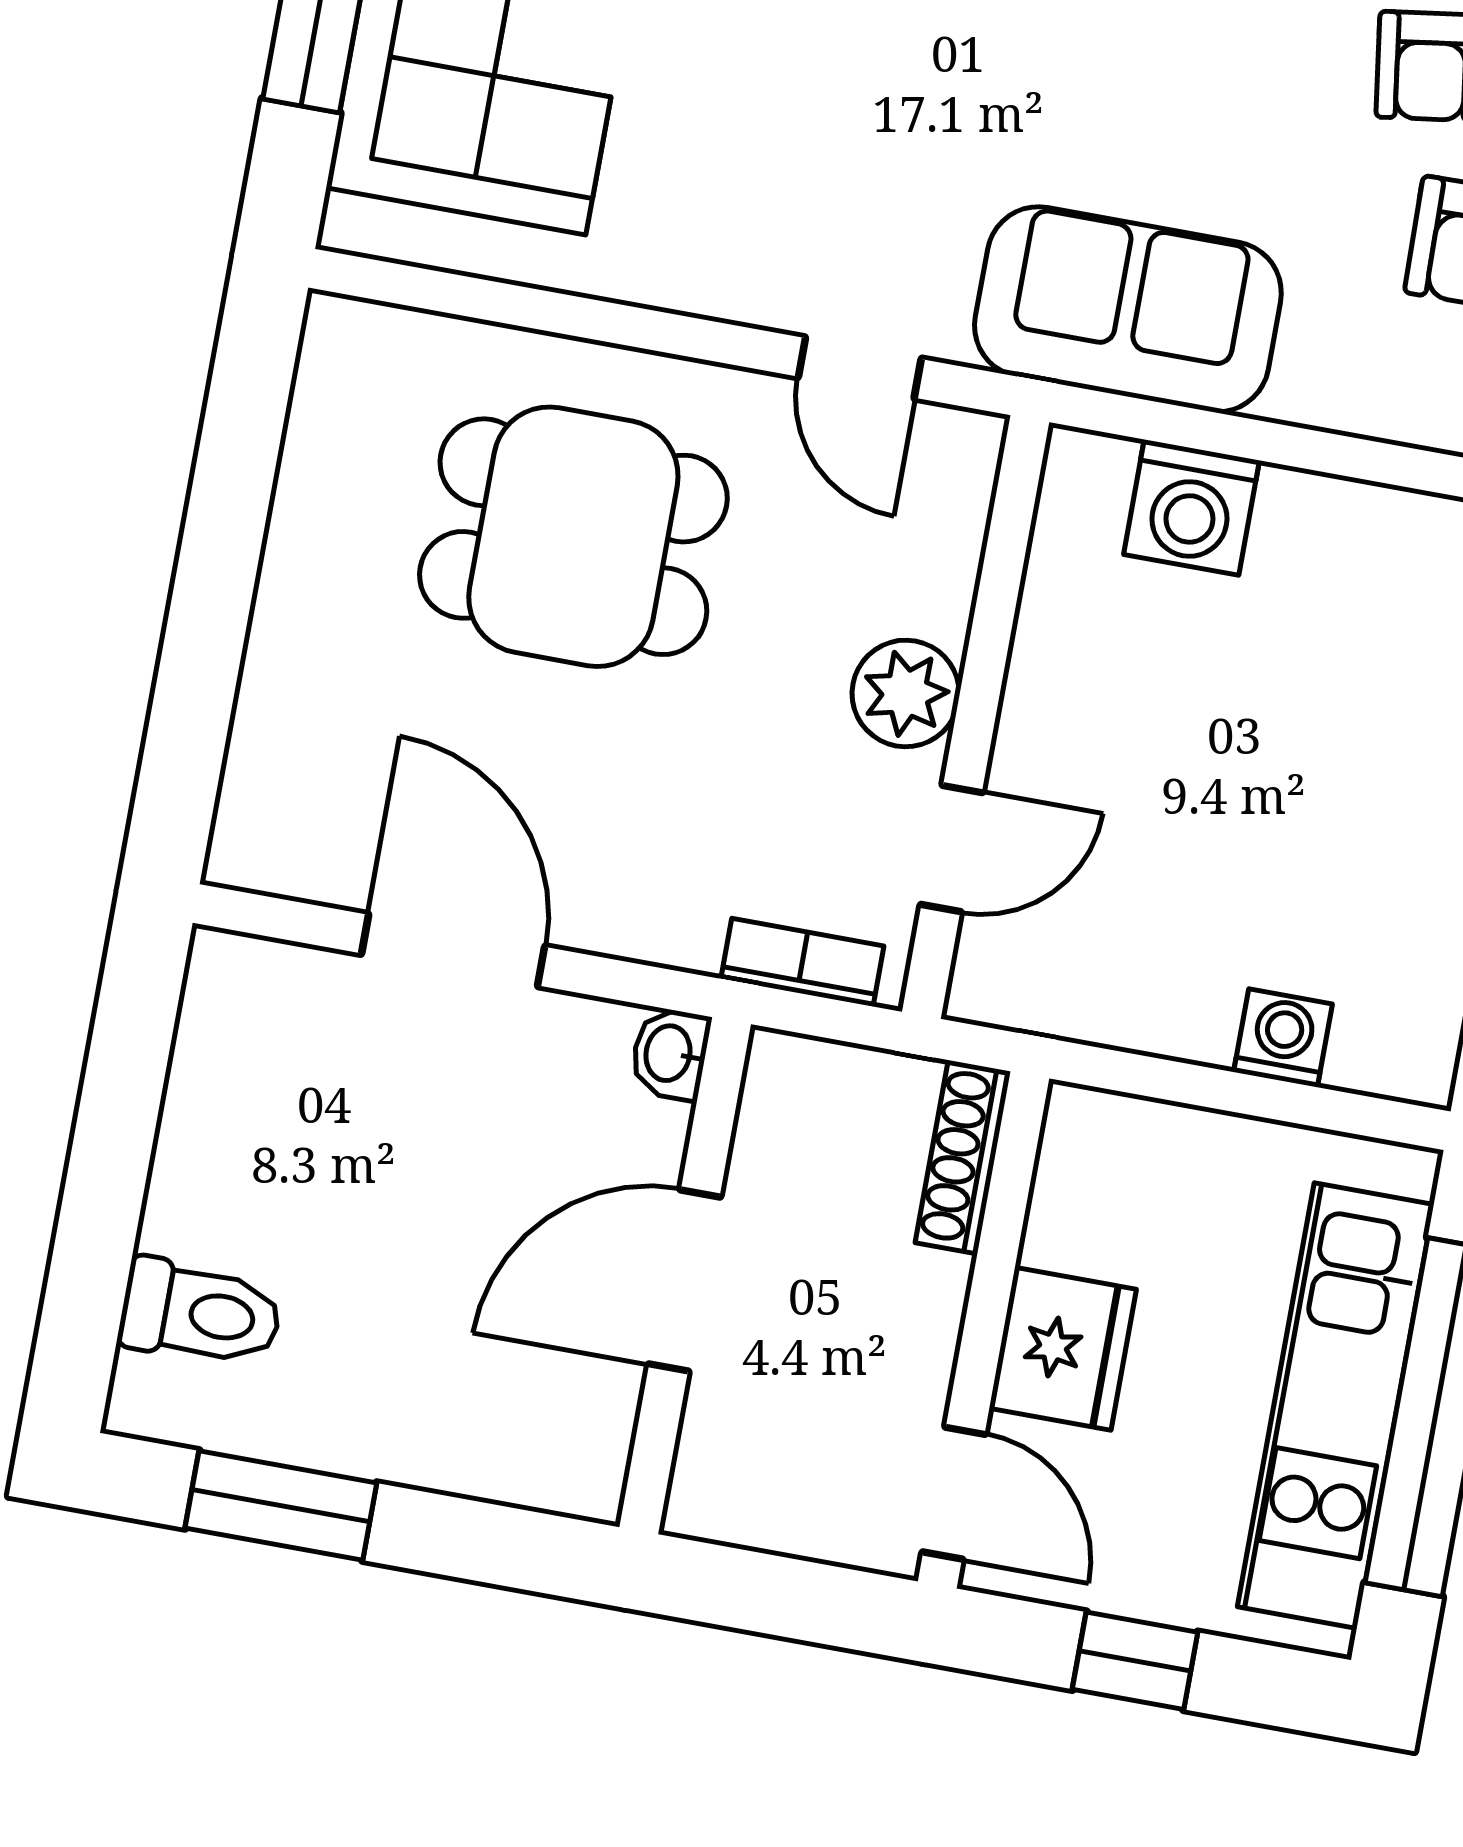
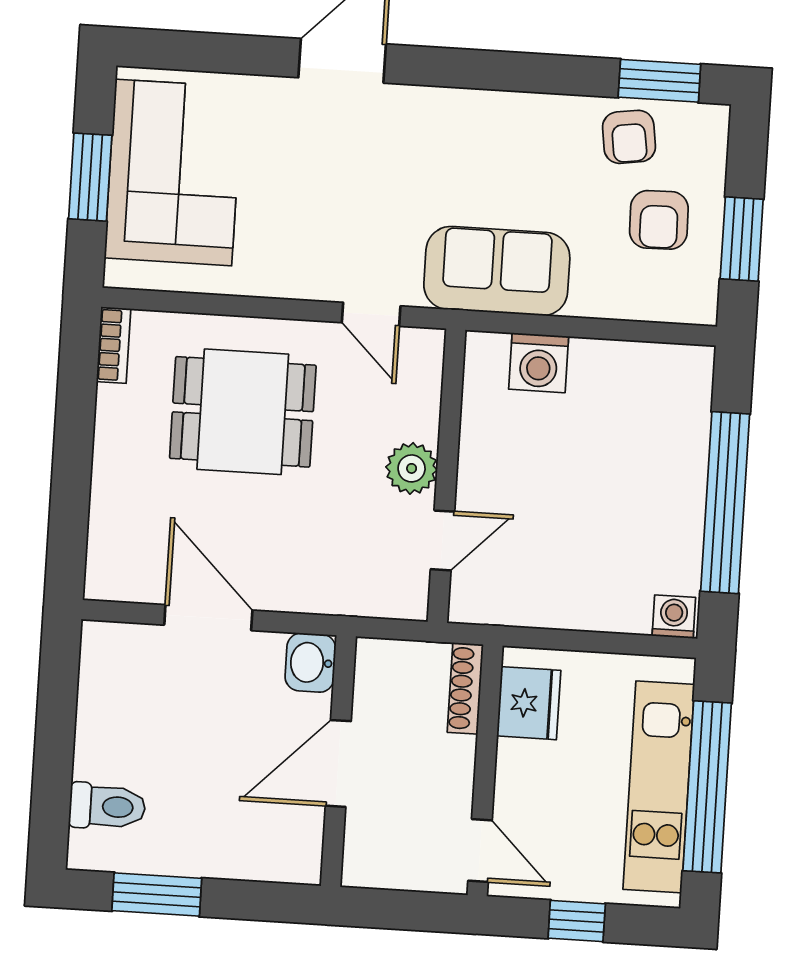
bookcase: (802, 962) -> (114, 345), moved, turned 90
washing machine: (1283, 1038) -> (674, 617), moved
washbasin: (670, 1054) -> (310, 663), width x1.38, depth x1.45
fridge: (1063, 1349) -> (529, 703), moved

